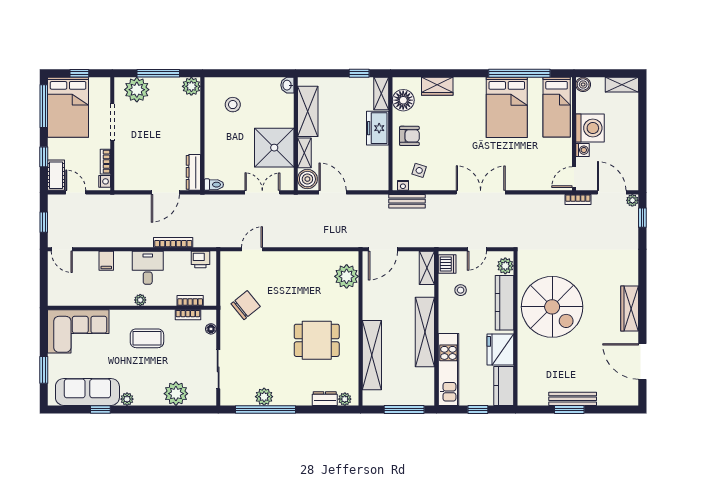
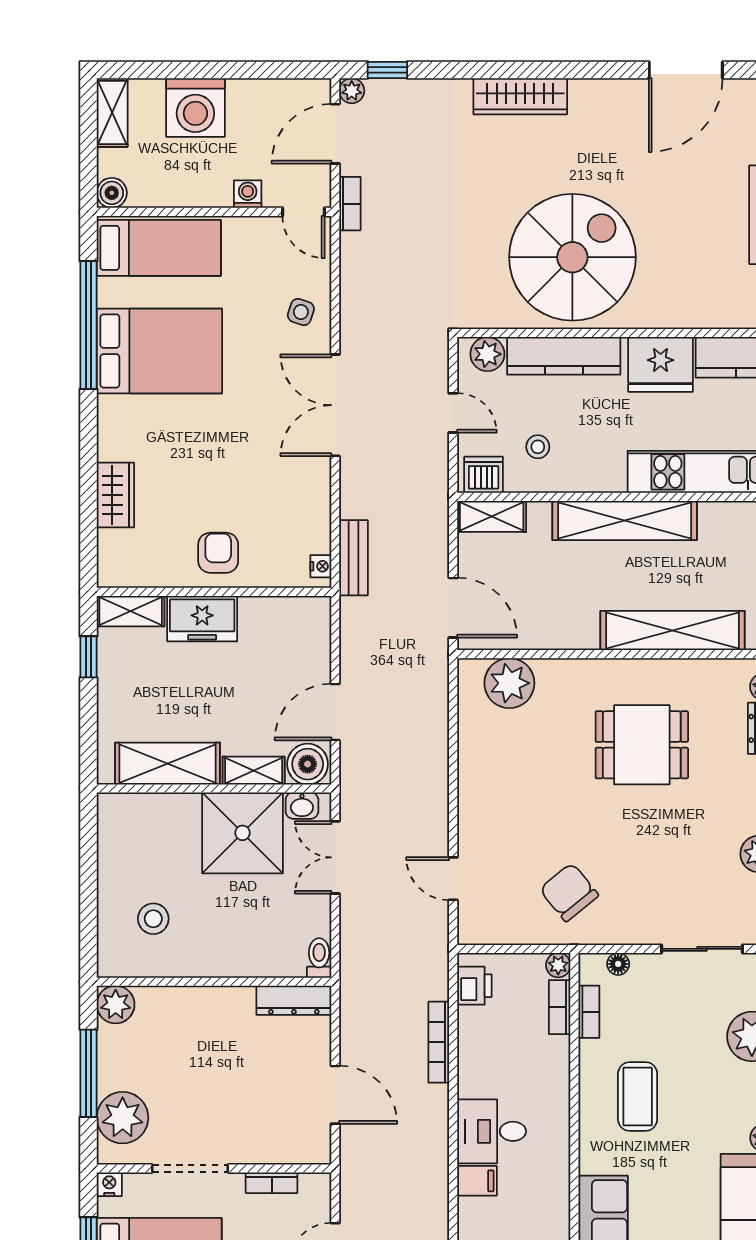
washbasin: (287, 85) -> (302, 806), moved
floor lamp: (403, 100) -> (144, 566), removed
washing machine: (590, 128) -> (195, 108), moved, turned 180
side table: (419, 170) -> (301, 312), moved
nightstand: (105, 181) -> (109, 1184), moved
door: (165, 192) -> (335, 1095), moved
desk: (148, 268) -> (492, 1131), moved
plant: (140, 300) -> (558, 965), moved
wardrobe: (630, 308) -> (520, 96), moved
dining table: (317, 340) -> (642, 745), turned 90

